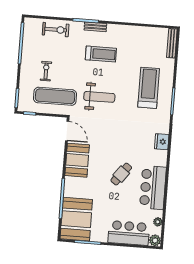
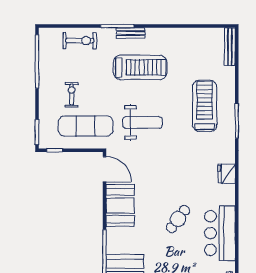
treadmill: (101, 54) -> (140, 67), width x1.37, depth x1.38

